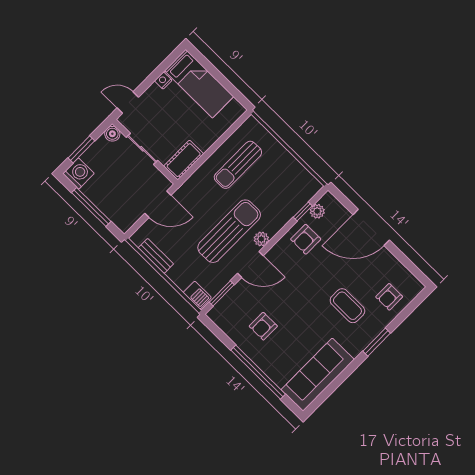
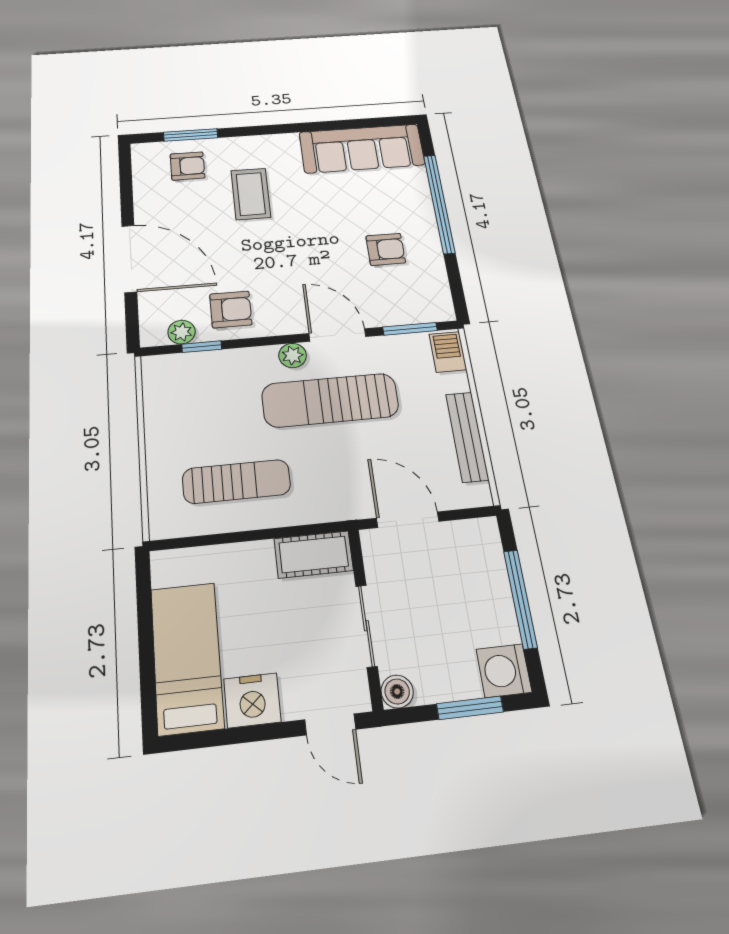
nightstand: (163, 81) -> (252, 700), width x1.89, depth x1.79
bench: (156, 256) -> (467, 437), width x1.36
window: (377, 342) -> (191, 135), moved

